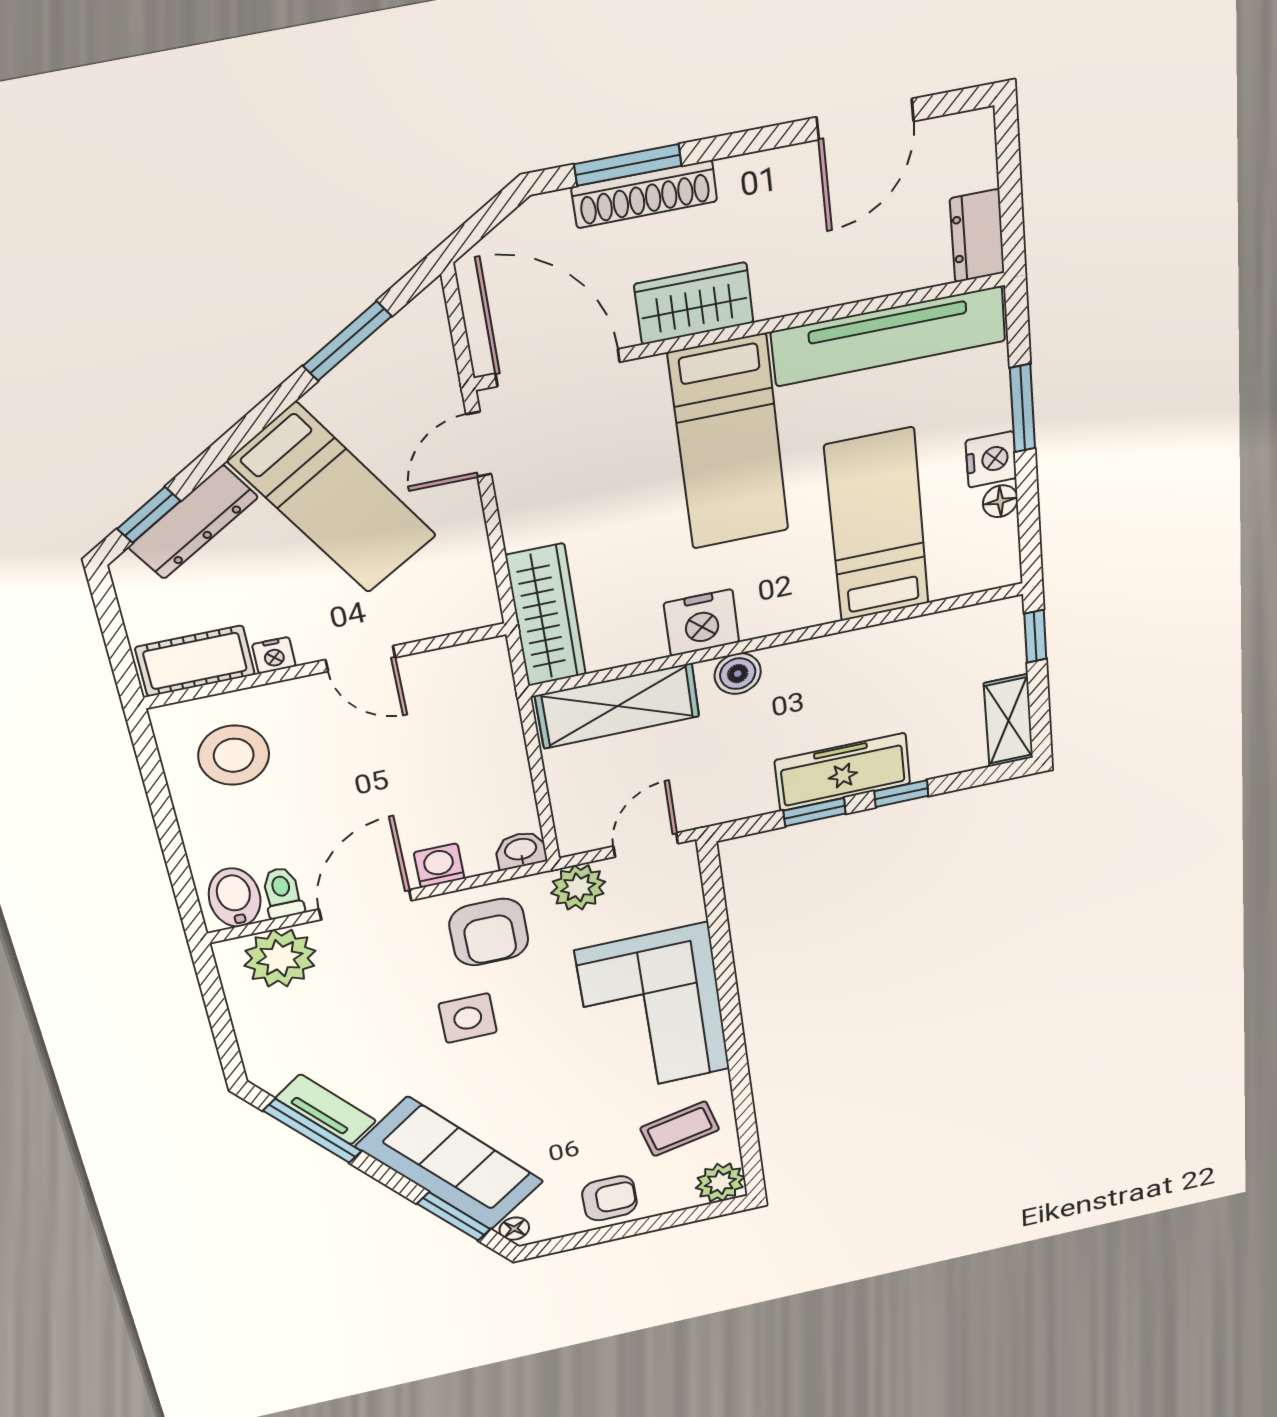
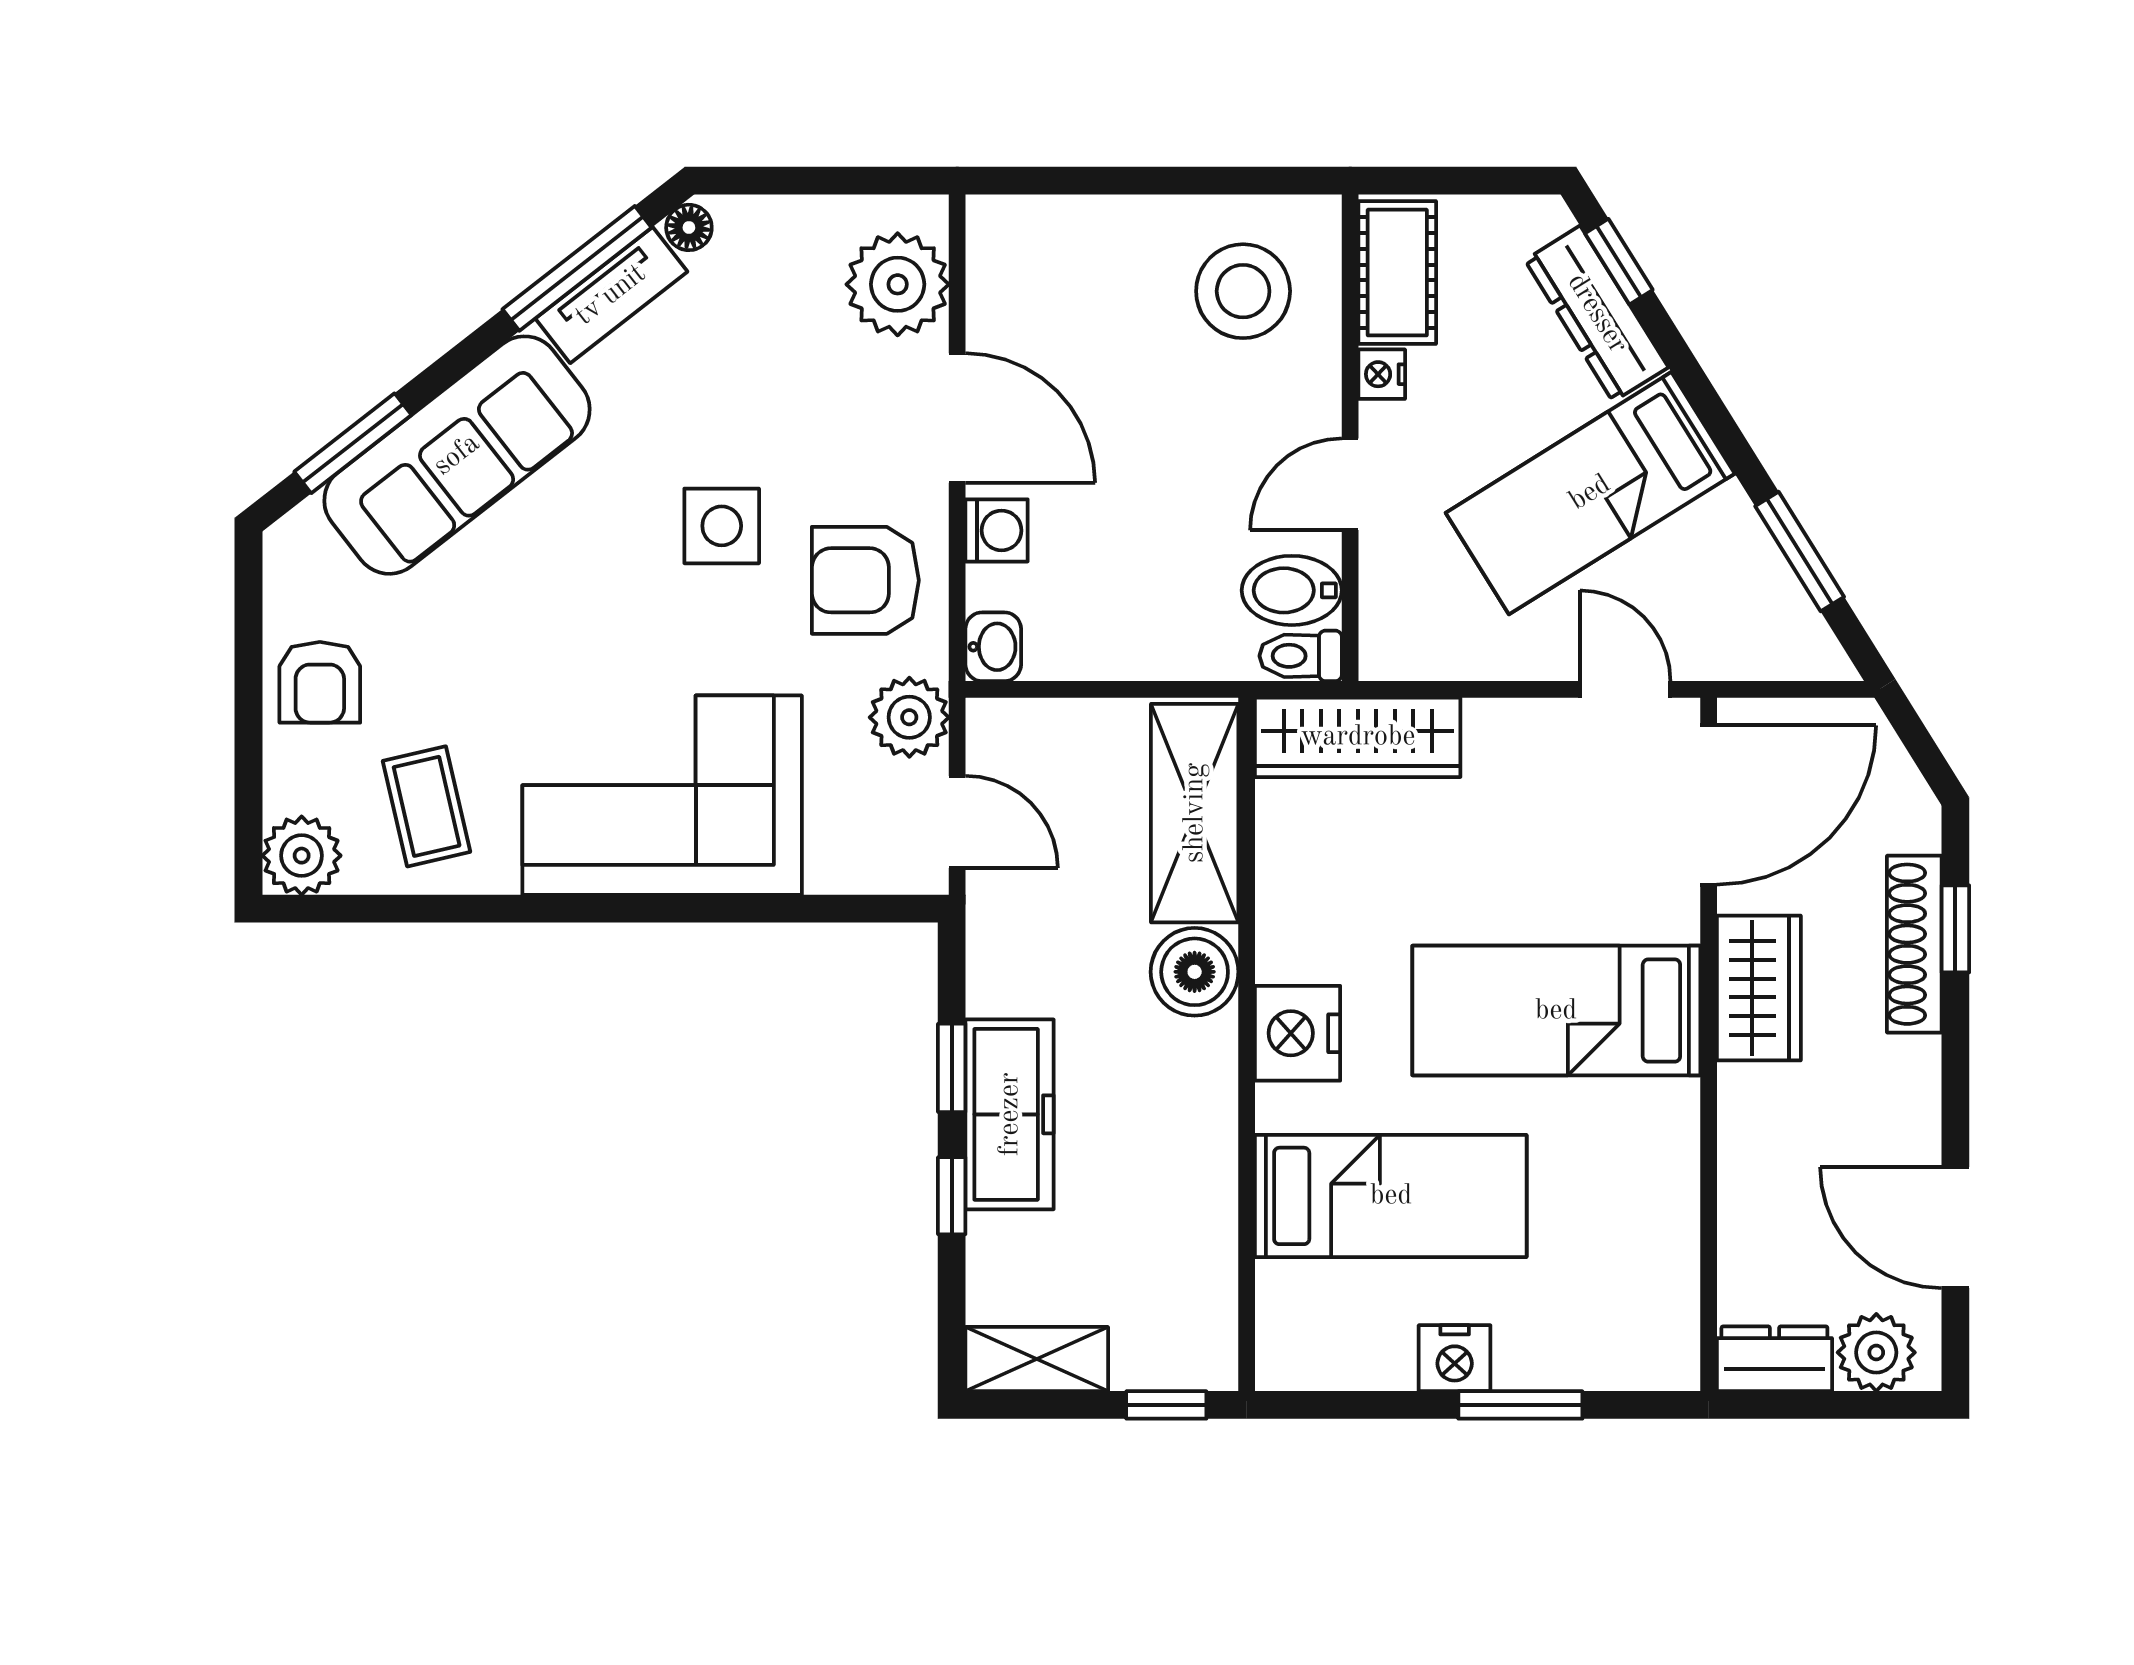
plant: (967, 161) -> (1876, 1352), added
window: (628, 165) -> (1955, 929), width x0.67
tv unit: (889, 336) -> (1661, 1234), removed
floor lamp: (1000, 501) -> (1389, 1367), removed
nightstand: (701, 623) -> (1298, 1033), moved
boiler: (738, 674) -> (1195, 972), width x1.36, depth x1.36
toilet: (282, 893) -> (1301, 656), moved, turned 180
bidet: (235, 898) -> (1292, 590), moved, turned 180
floor lamp: (514, 1229) -> (689, 227), moved

